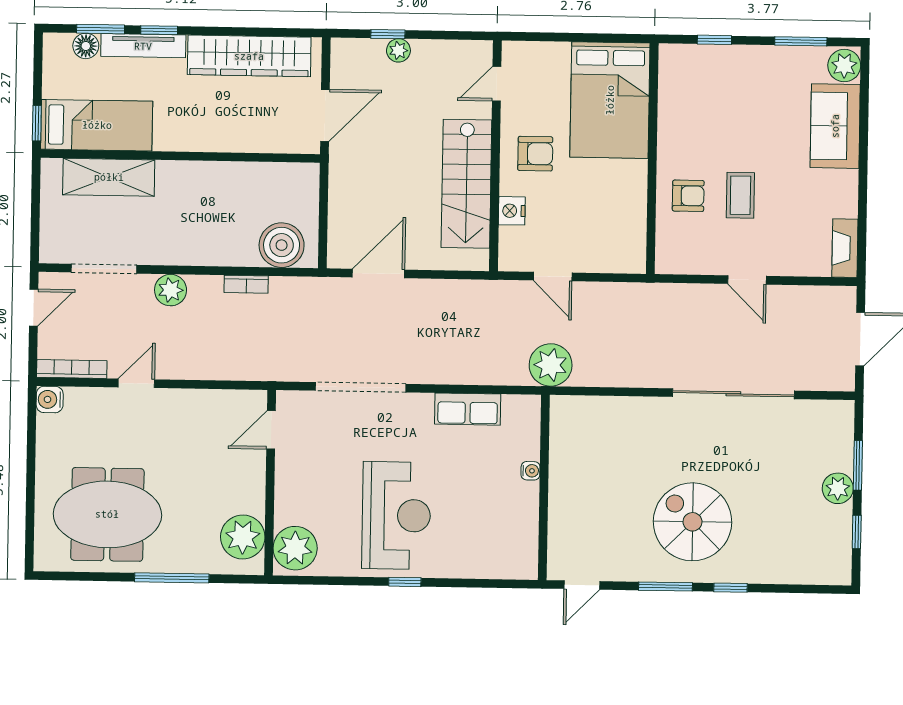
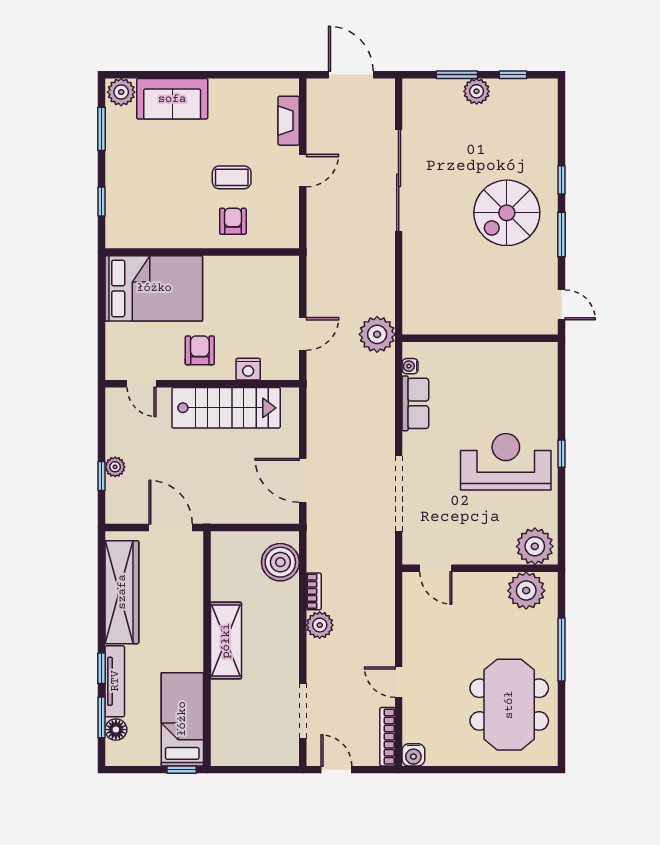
shelving: (109, 177) -> (226, 641), moved
fireplace: (845, 248) -> (289, 121), moved, turned 90
plant: (171, 290) -> (320, 625), moved
water cooler: (530, 471) -> (410, 366), moved, turned -90

